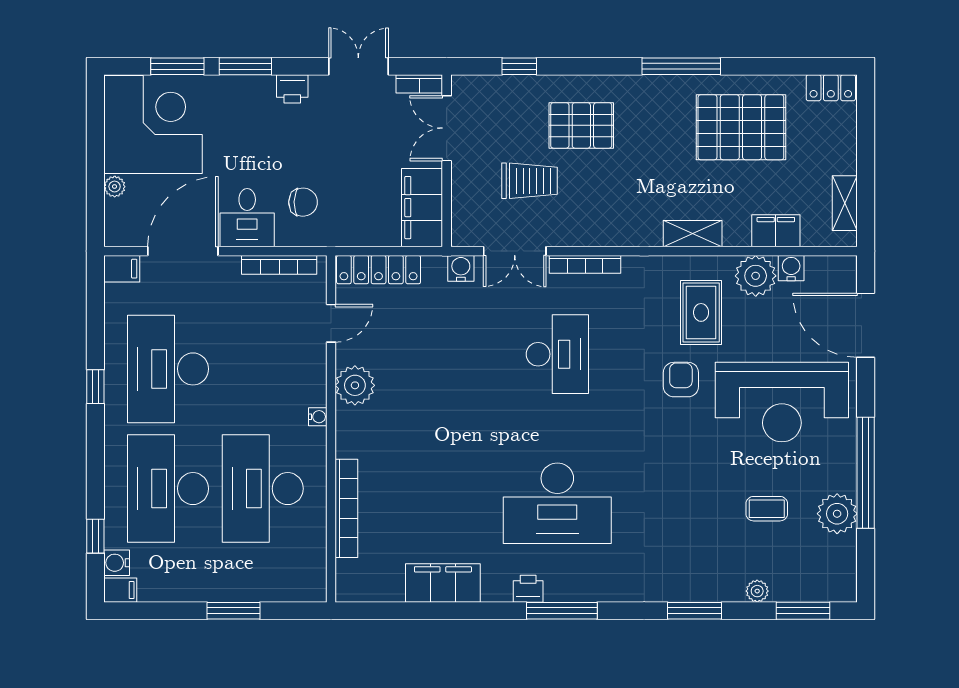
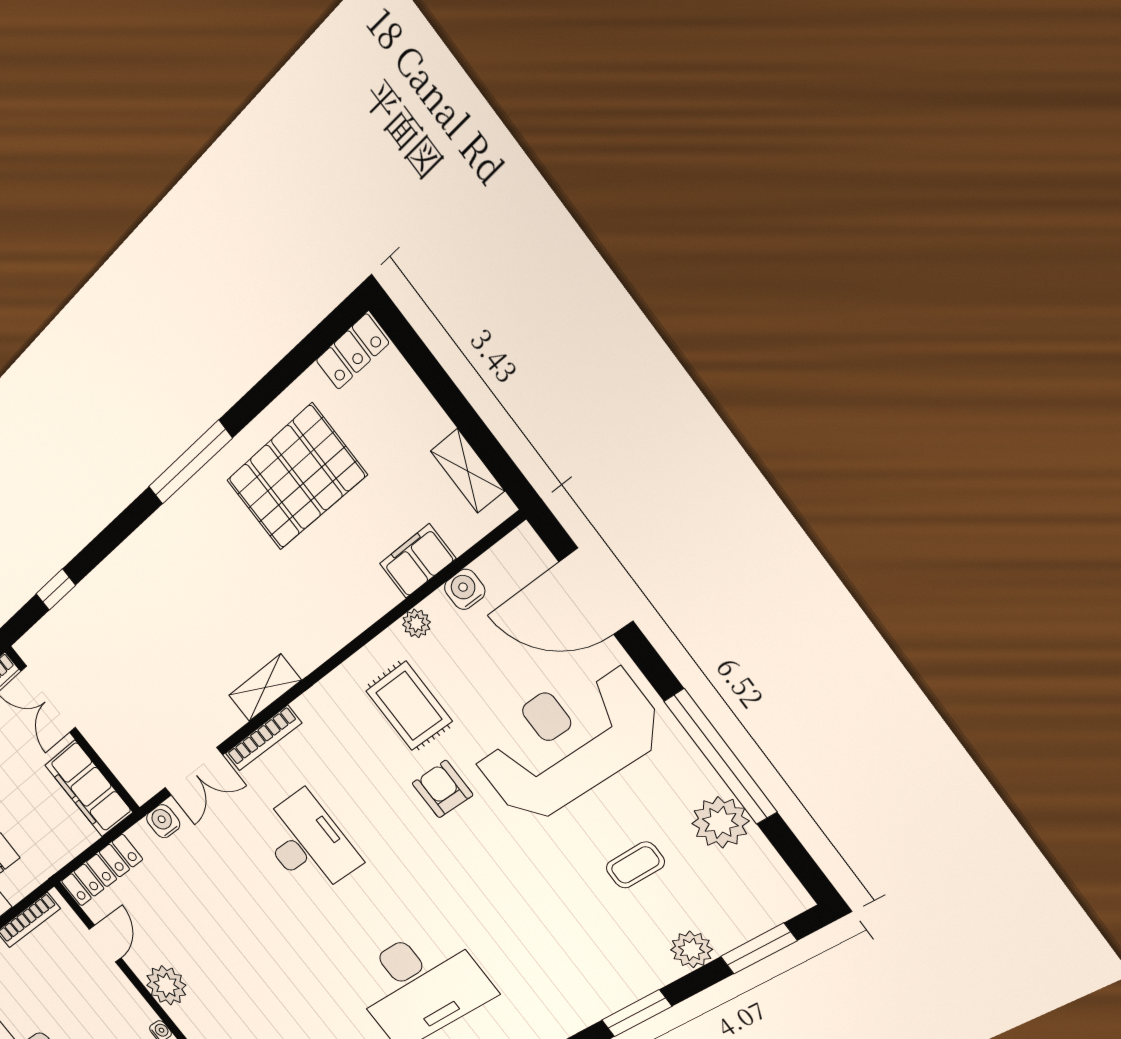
pallet: (581, 125) -> (152, 603), removed
trolley: (529, 181) -> (152, 694), removed
shelving: (693, 234) -> (265, 688), moved
plant: (756, 276) -> (416, 623), width x0.53, depth x0.53
reception desk: (782, 402) -> (566, 742), turned 180
plant: (757, 591) -> (691, 950), width x1.38, depth x1.38

